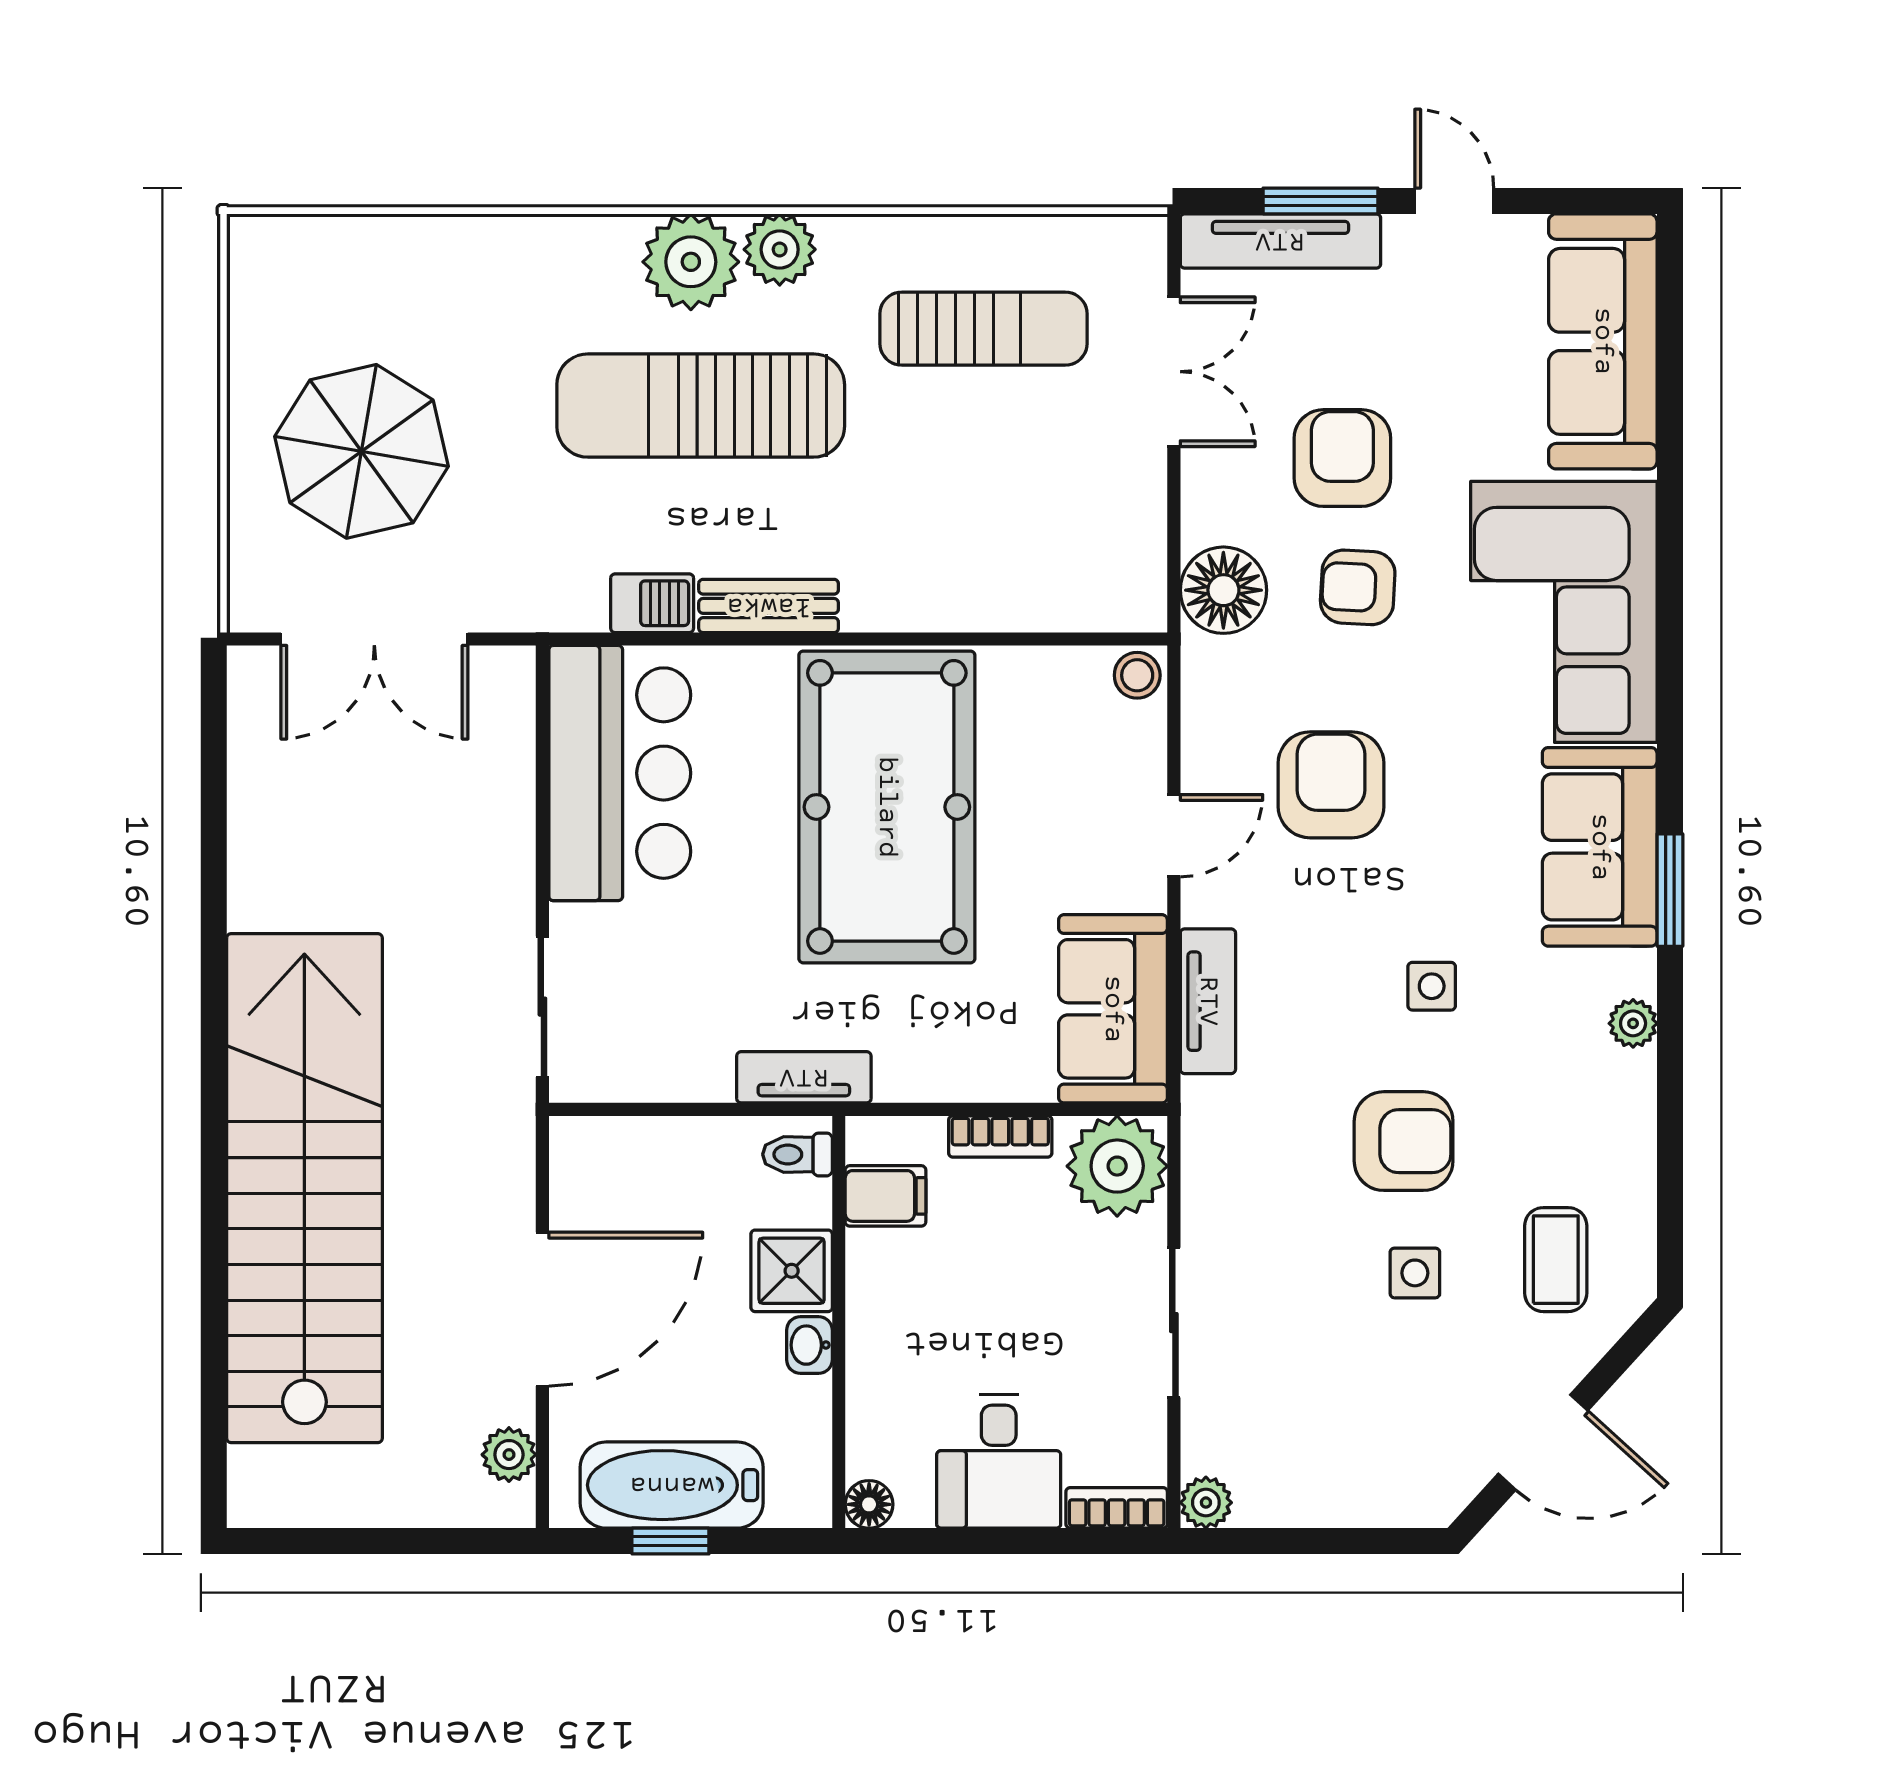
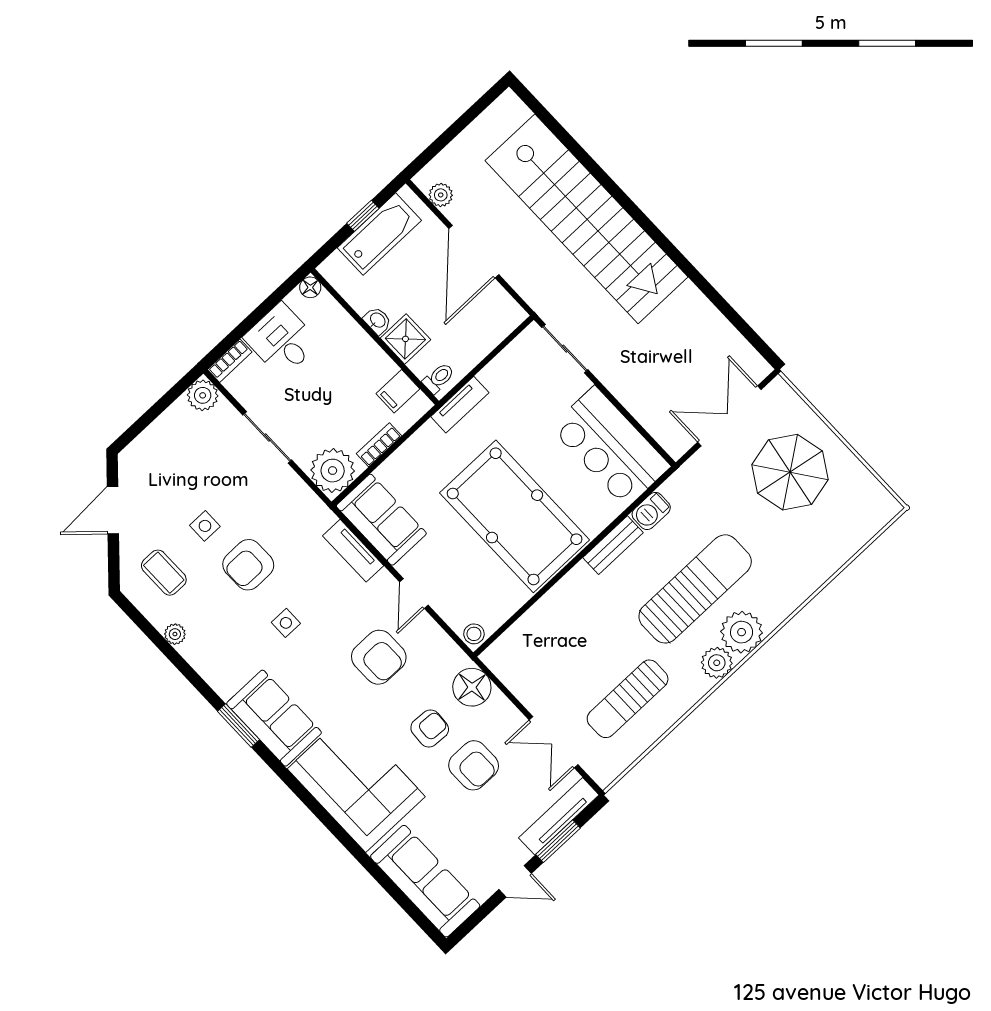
plant: (1633, 1023) -> (175, 634), moved
plant: (1206, 1503) -> (203, 395), width x1.38, depth x1.38

